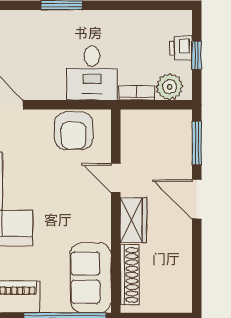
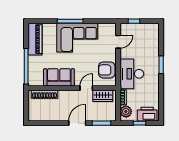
printer: (181, 48) -> (147, 114), width x1.87, depth x1.48
desk: (92, 73) -> (132, 74), width x1.37
wardrobe: (133, 220) -> (103, 96), moved
sofa: (91, 278) -> (59, 77), moved

